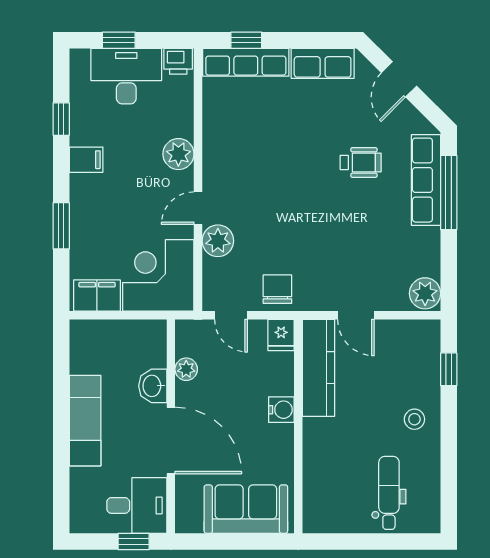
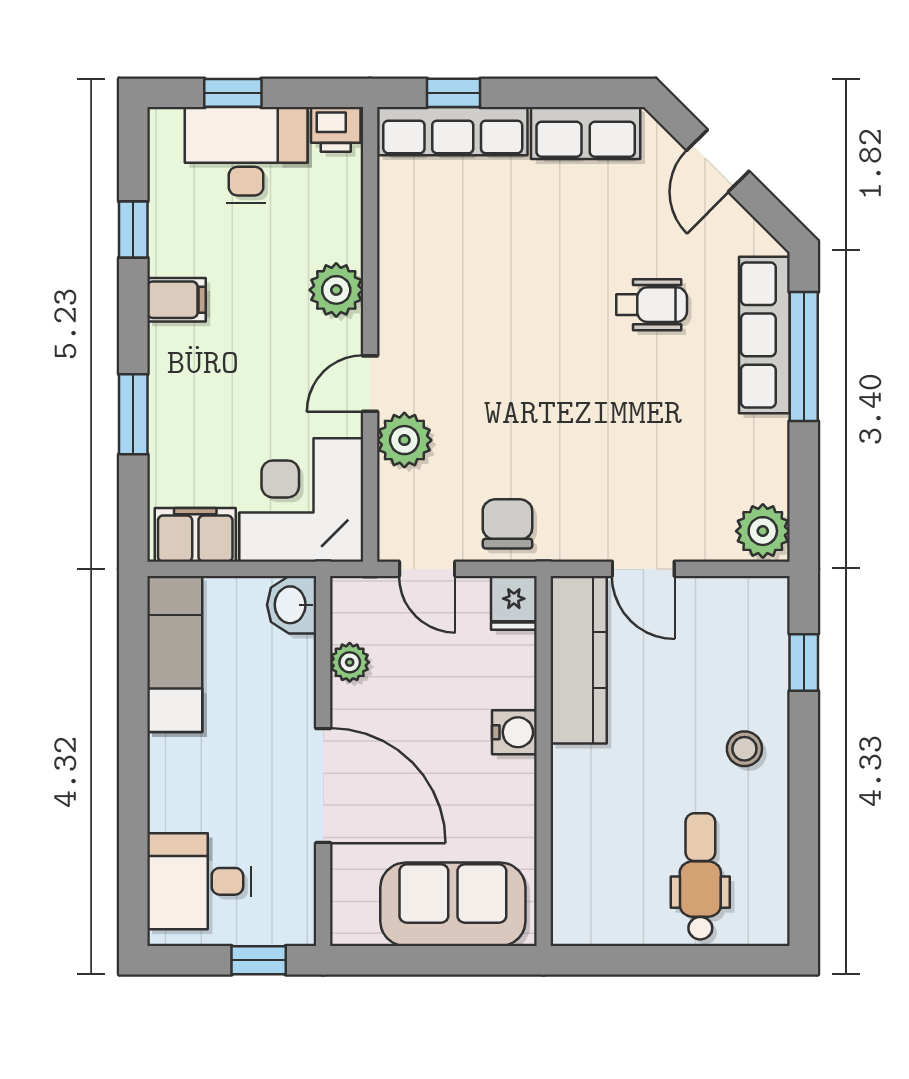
washbasin: (153, 386) -> (292, 605), moved
exam couch: (85, 421) -> (175, 654), moved
desk: (137, 505) -> (199, 881), moved, turned 180

